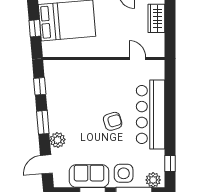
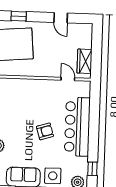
wardrobe: (156, 18) -> (85, 61), moved

